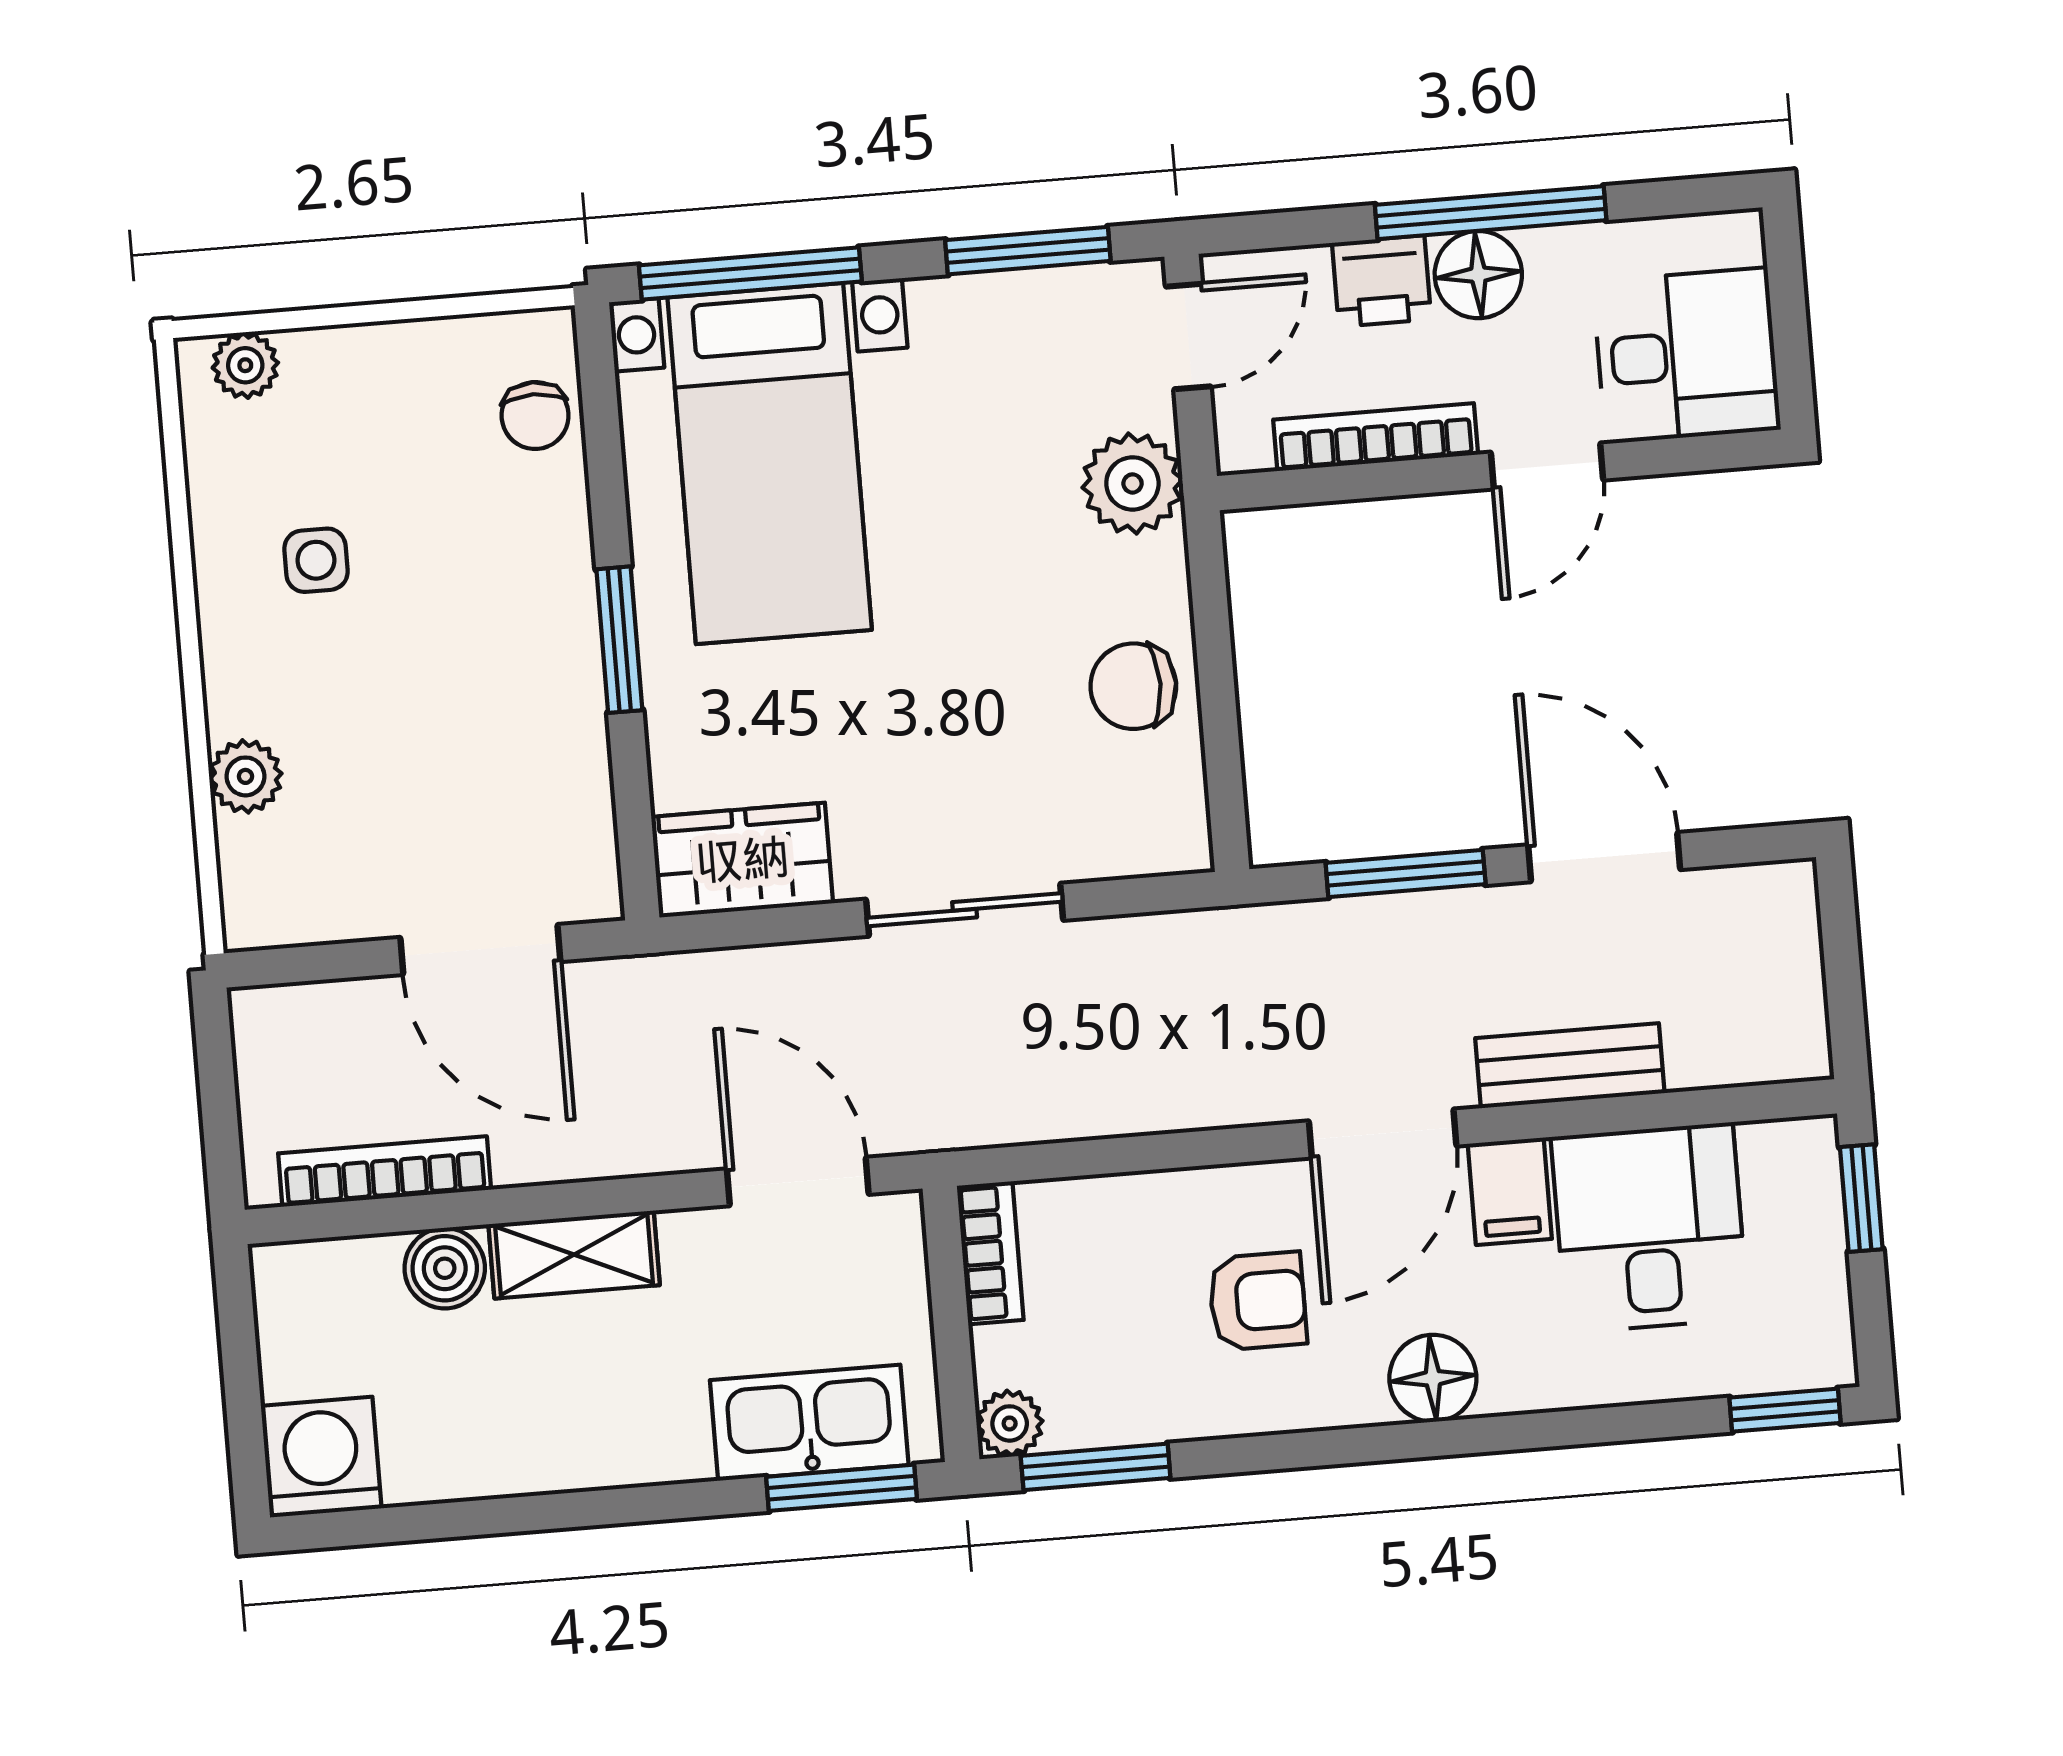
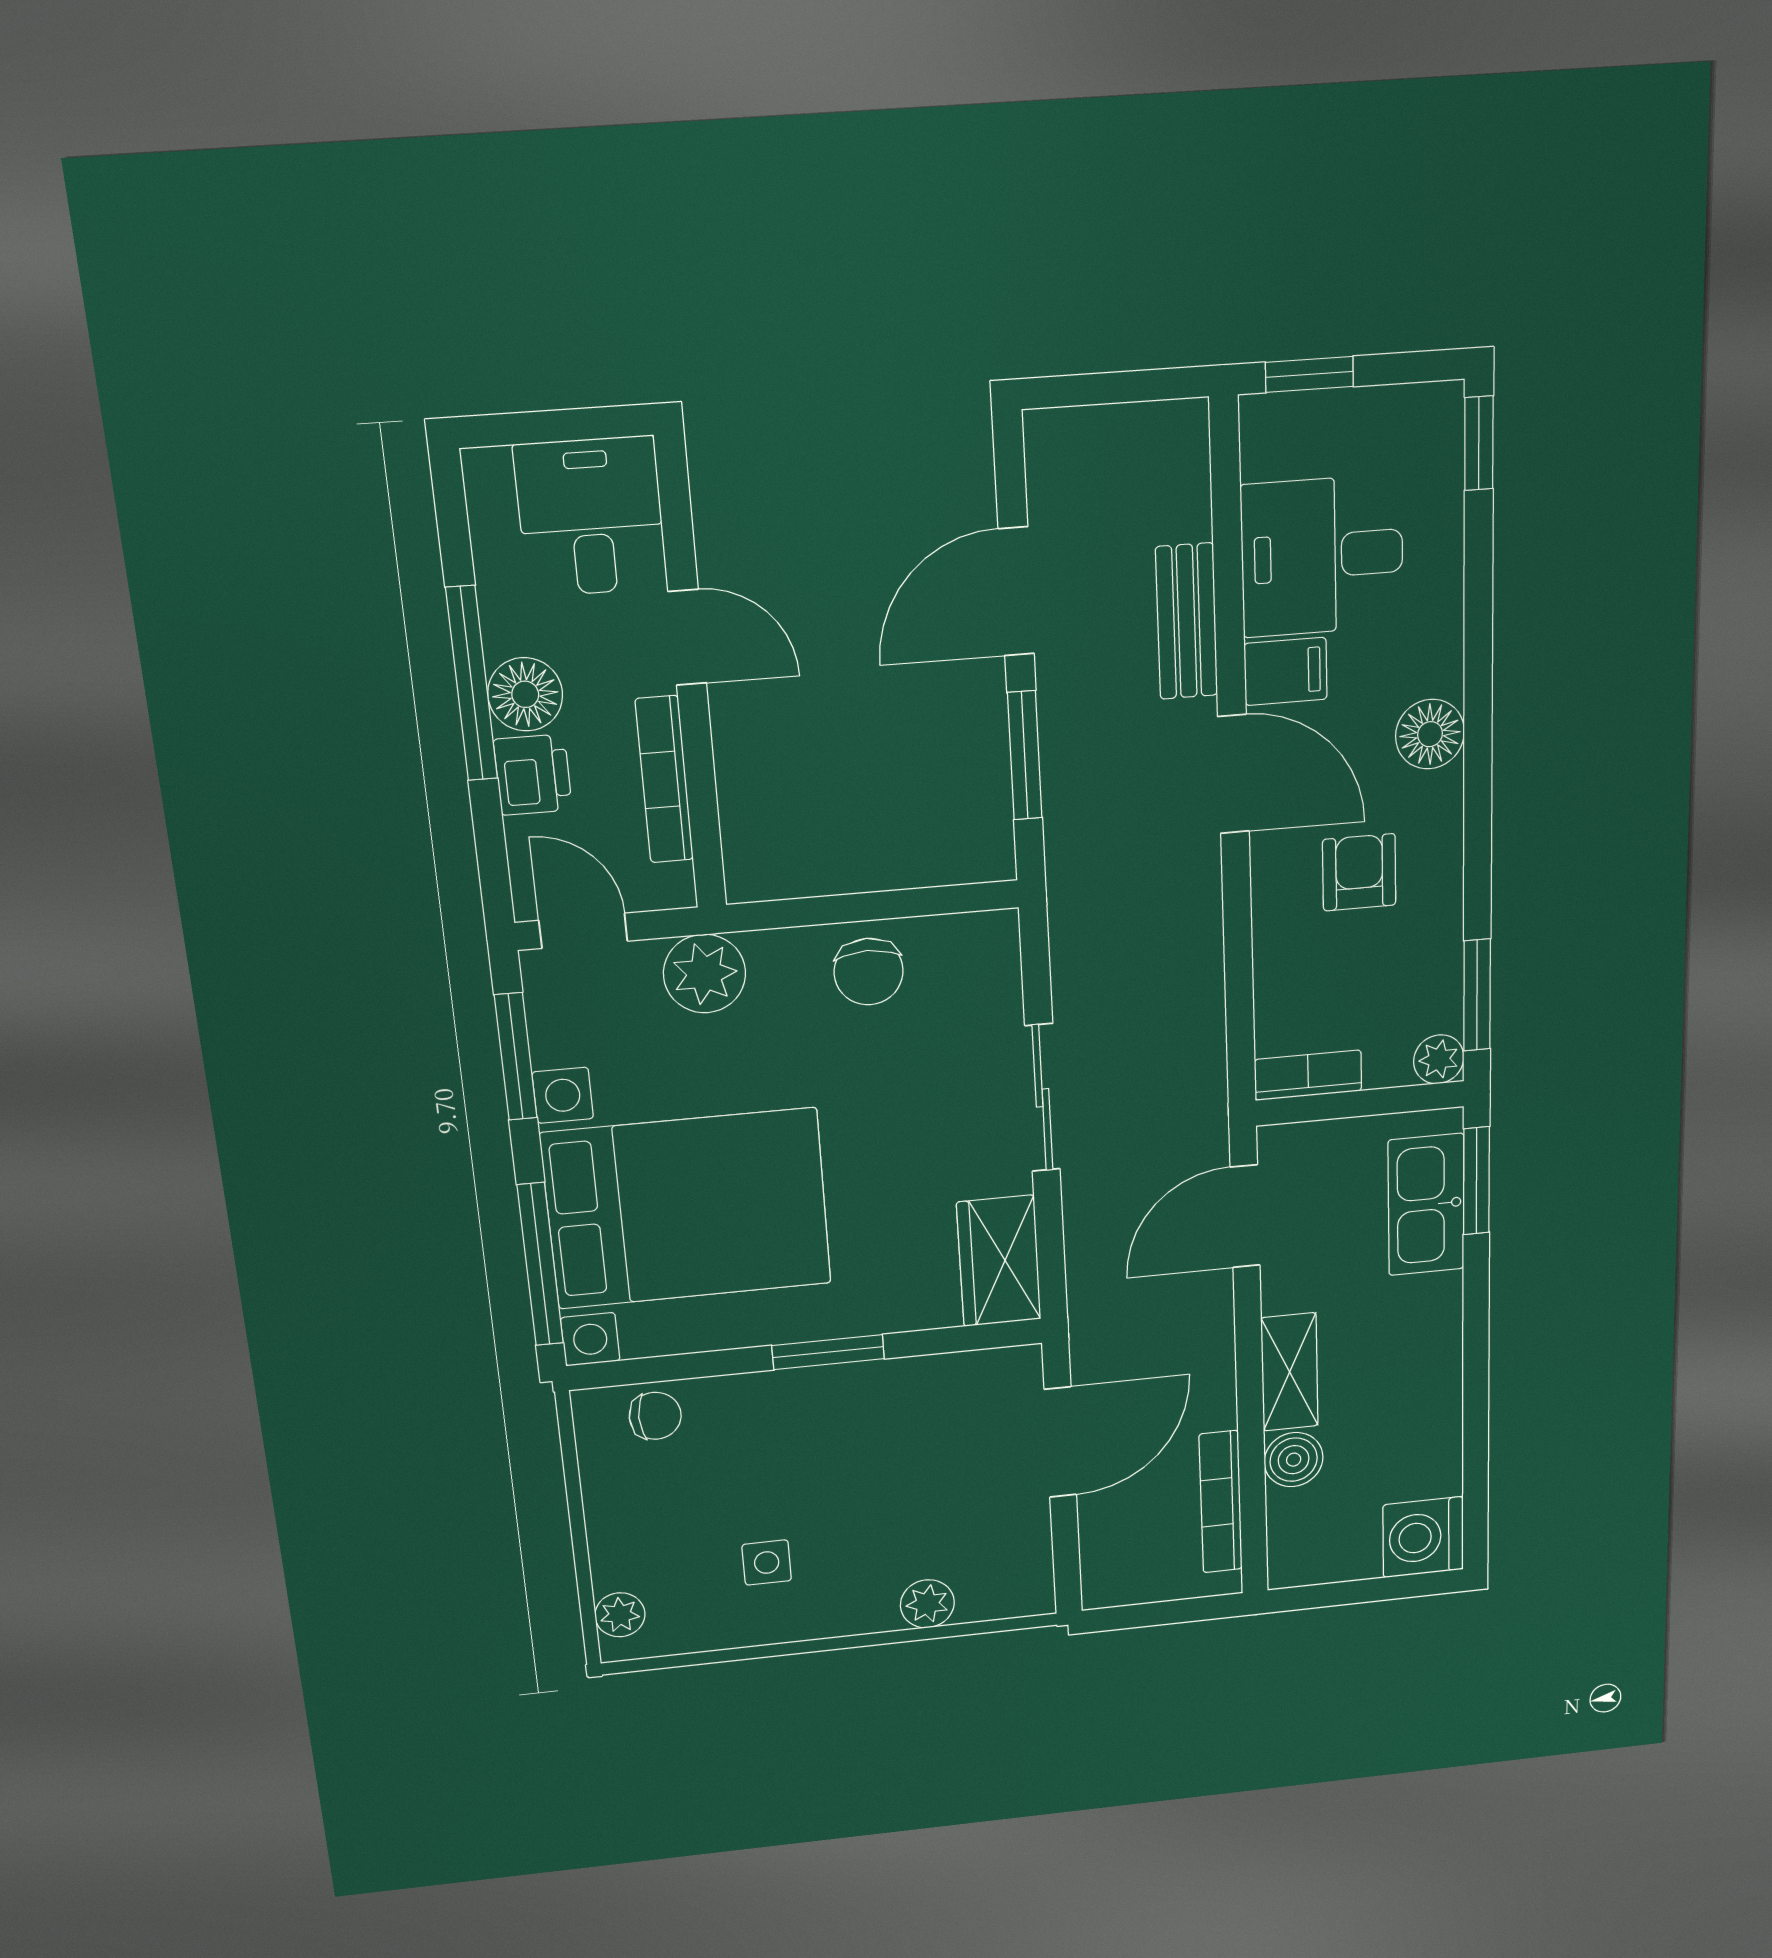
bed with nightstands: (770, 464) -> (687, 1209), width x1.36

